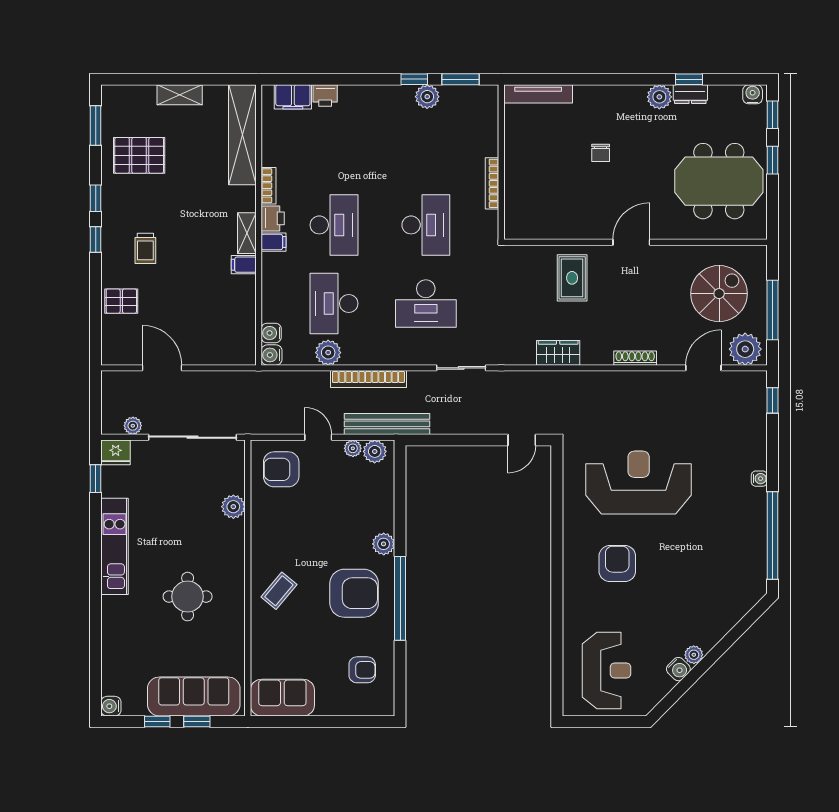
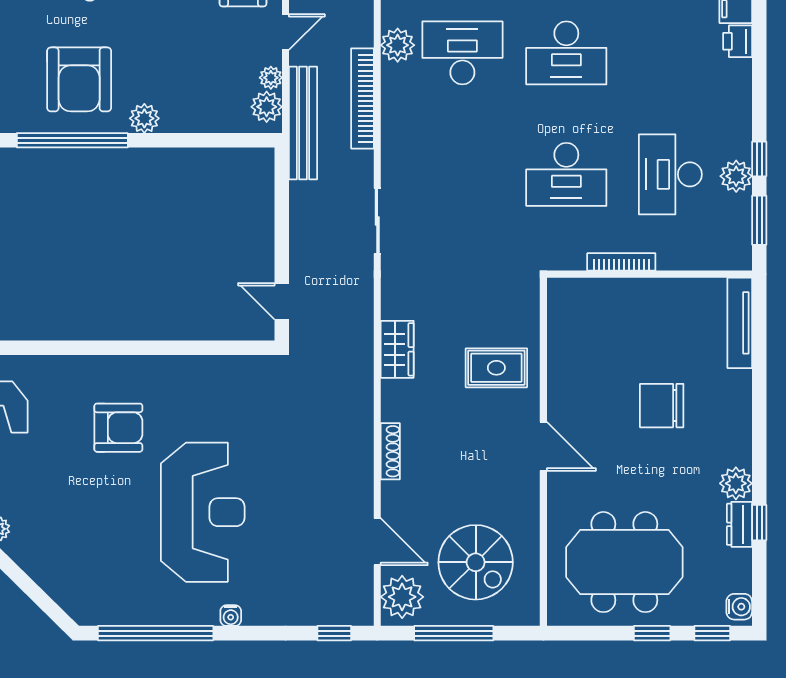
chair: (601, 153) -> (662, 406), width x1.87, depth x1.87
meeting table: (719, 181) -> (624, 562), turned 90
desk: (426, 304) -> (670, 174), moved
reception desk: (639, 483) -> (203, 512), moved

